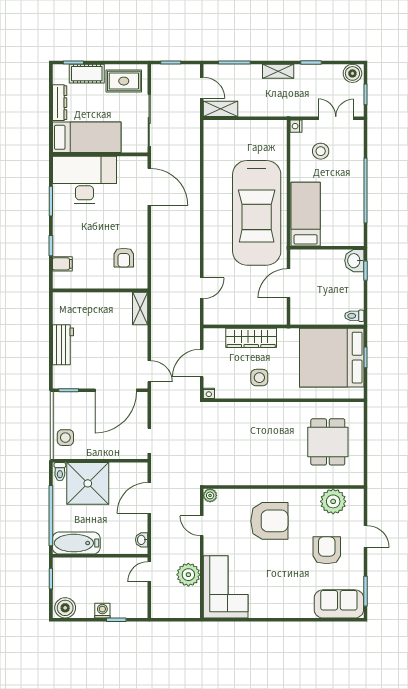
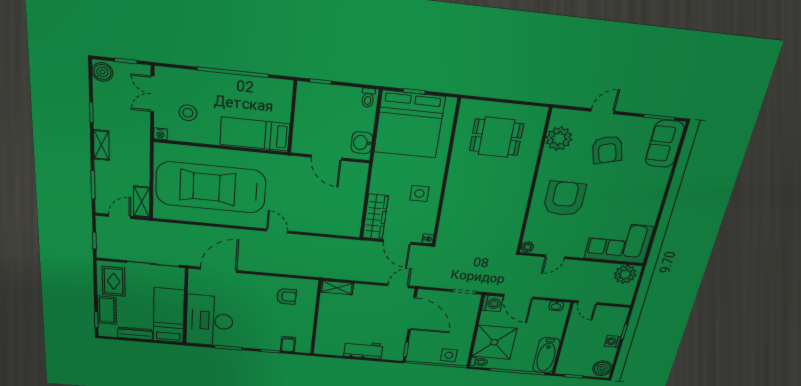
car: (257, 213) -> (211, 187), moved, turned 180
washbasin: (354, 261) -> (362, 143), moved, turned 90
door: (202, 288) -> (277, 231), moved
wardrobe: (251, 338) -> (375, 217), moved
washing machine: (138, 472) -> (492, 303), added
armchair: (327, 550) -> (607, 150), turned -105
plant: (188, 575) -> (625, 274), moved

